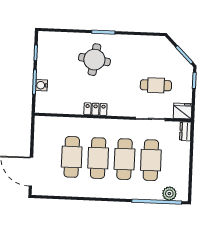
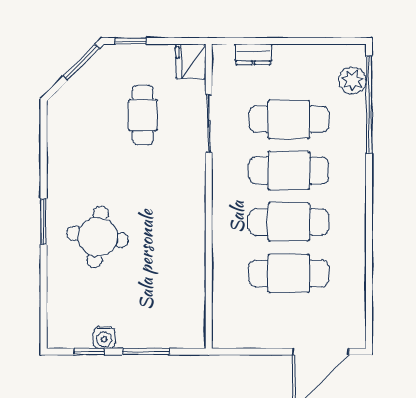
water cooler: (42, 85) -> (104, 338), moved
locker: (95, 109) -> (194, 231), removed
dresser: (185, 131) -> (253, 54), moved

